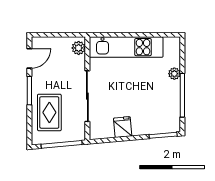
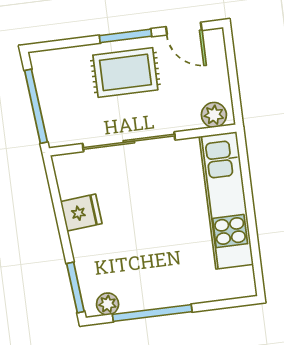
plant: (174, 74) -> (108, 304), moved
rug: (49, 112) -> (125, 72), moved

